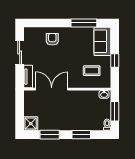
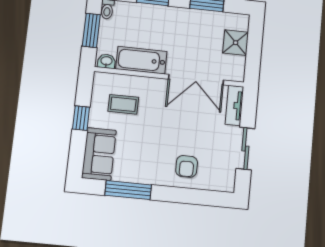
bathtub: (84, 97) -> (141, 60), added
shower: (31, 124) -> (236, 43), moved

